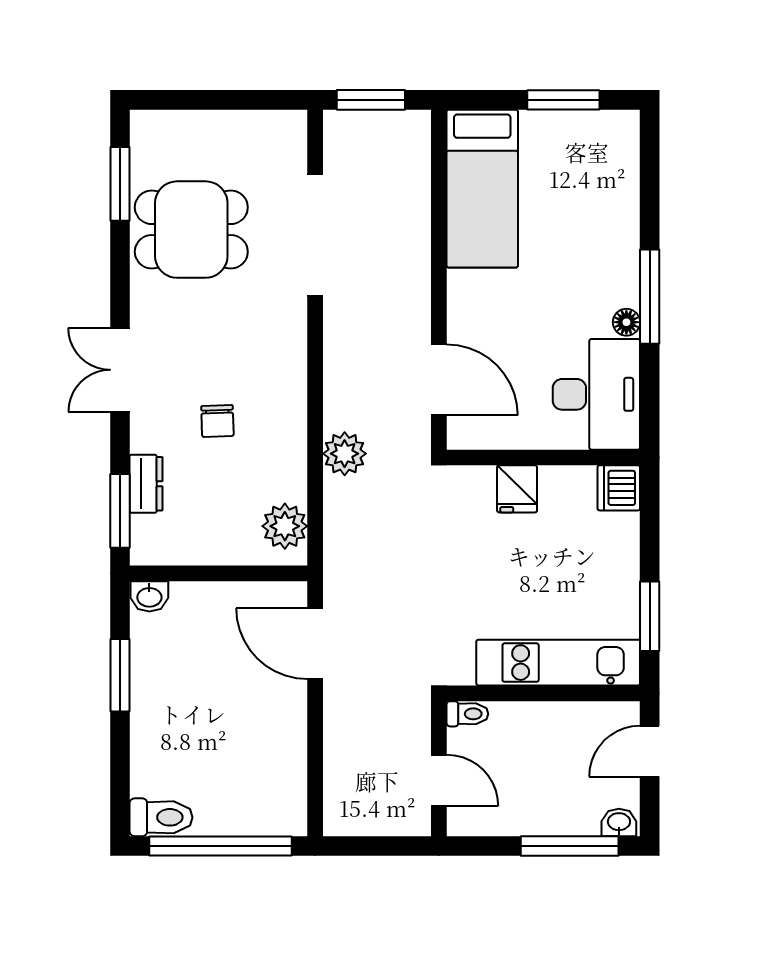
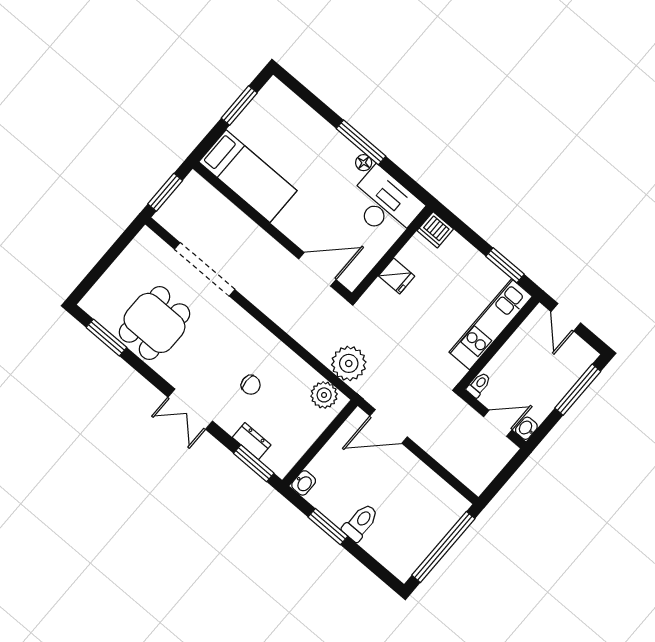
plant: (345, 454) -> (349, 363), moved, width x1.36, depth x1.36
toilet: (161, 817) -> (360, 522), moved
washbasin: (619, 822) -> (526, 428), moved

